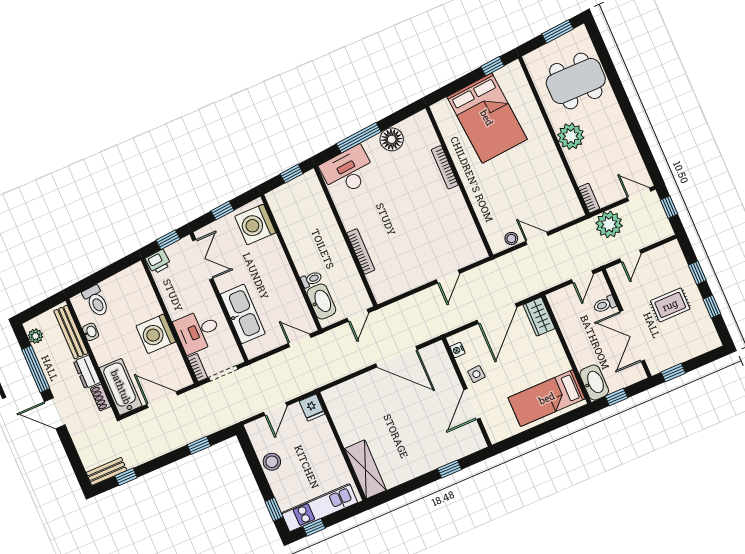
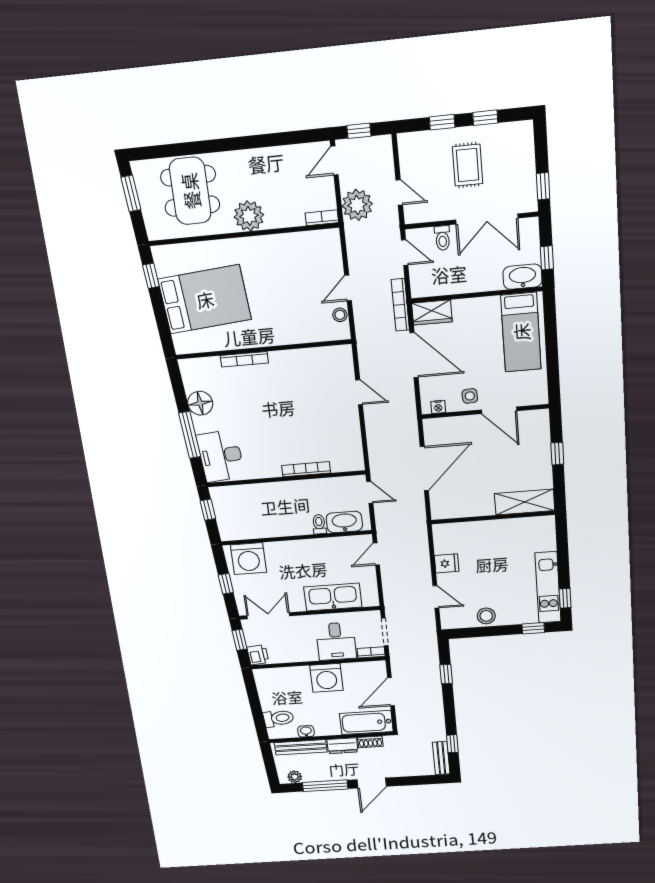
bookcase: (537, 288) -> (400, 305), added
wall: (341, 446) -> (493, 518), moved
shelving: (365, 469) -> (525, 502), moved

